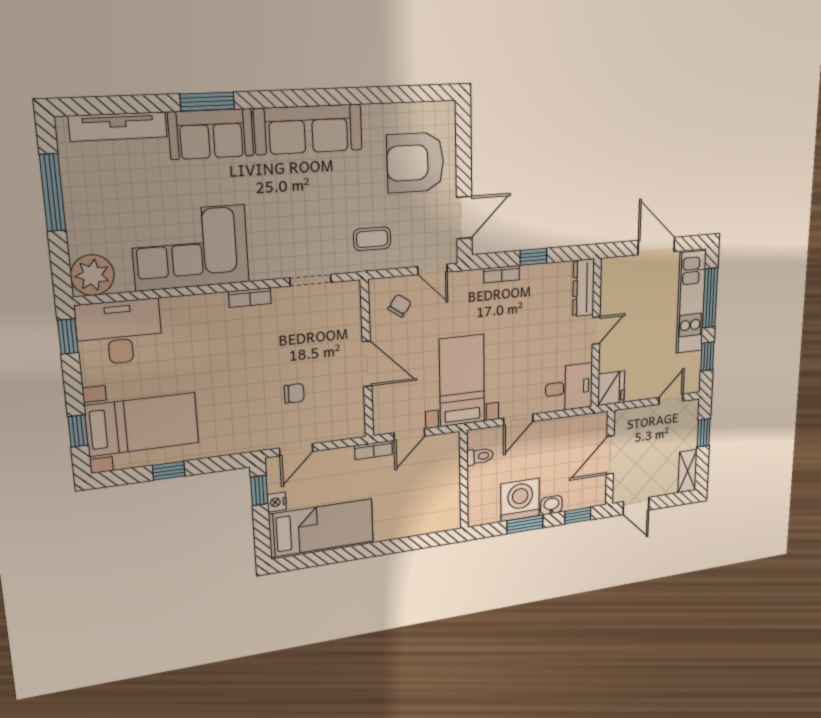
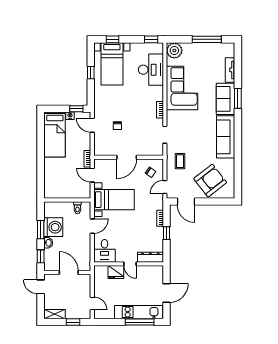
tv unit: (118, 127) -> (230, 70), width x0.71
armchair: (415, 162) -> (210, 181), turned 52
desk: (119, 332) -> (151, 70), moved
window: (707, 356) -> (111, 322), removed
fridge: (611, 388) -> (116, 272), moved
door: (518, 420) -> (92, 226), swing flipped
door: (636, 506) -> (41, 287), hinge flipped

